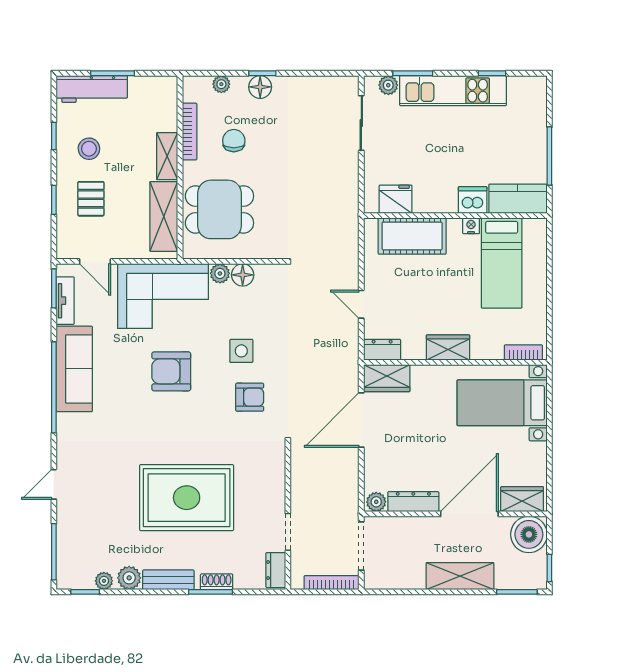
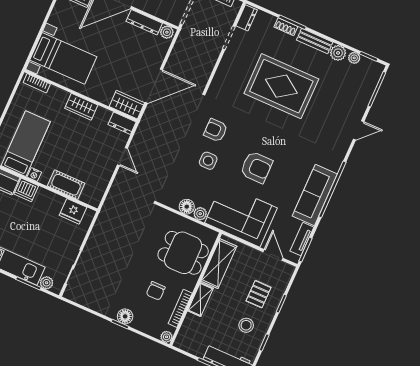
plant: (221, 84) -> (166, 337), moved
cot: (412, 236) -> (66, 185), width x0.73, depth x0.75

